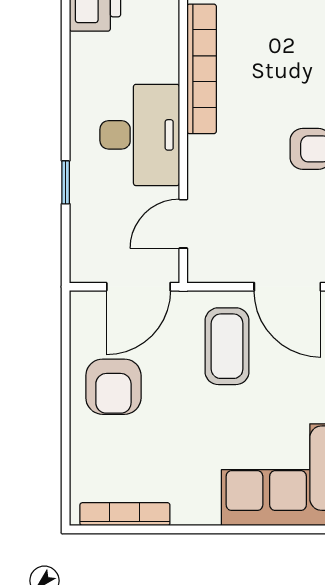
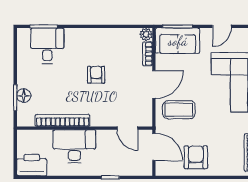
desk: (140, 135) -> (74, 146), moved
armchair: (113, 387) -> (196, 157), turned -90

